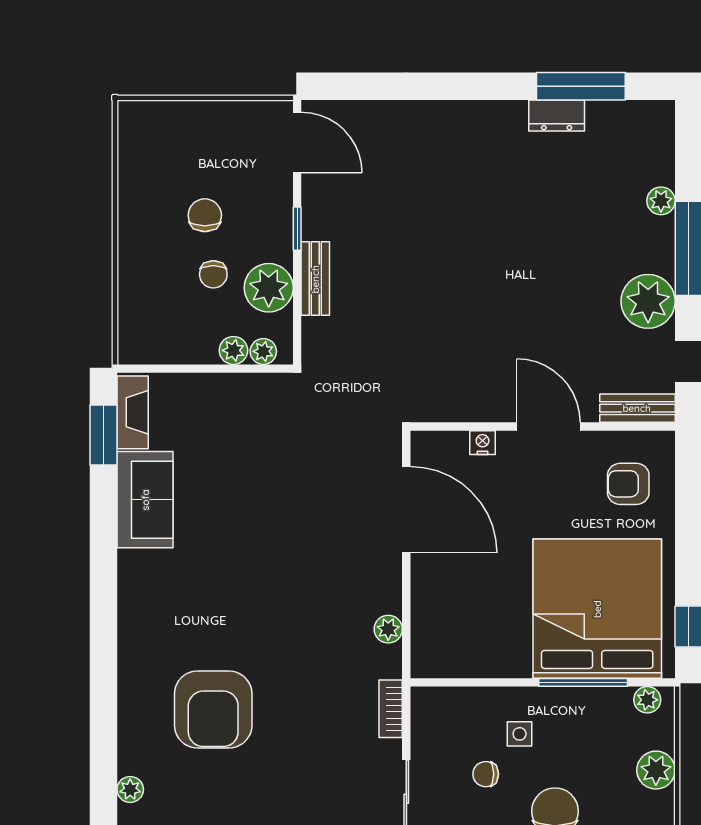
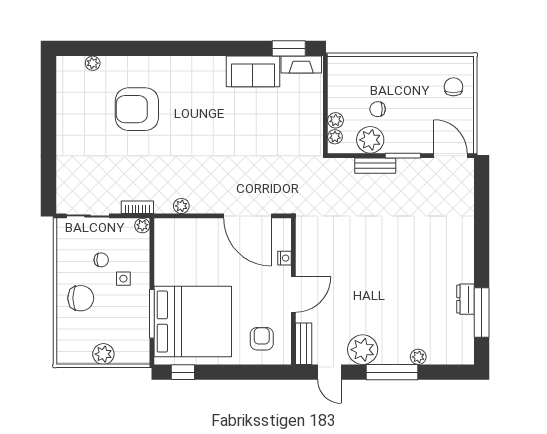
door: (297, 142) -> (451, 156), swing flipped
chair: (205, 215) -> (453, 87), moved, turned -90
window: (297, 229) -> (403, 156), width x1.50
door: (406, 510) -> (247, 216), hinge flipped
plant: (647, 700) -> (142, 226), moved
chair: (486, 774) -> (101, 260), turned 90

